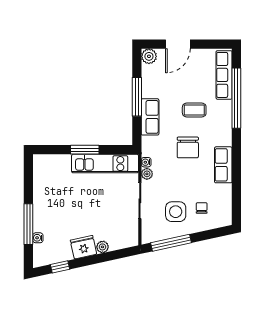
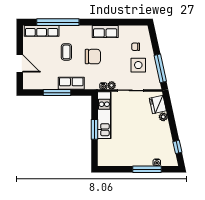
plant: (149, 56) -> (28, 84), removed
fridge: (83, 247) -> (158, 105), moved

